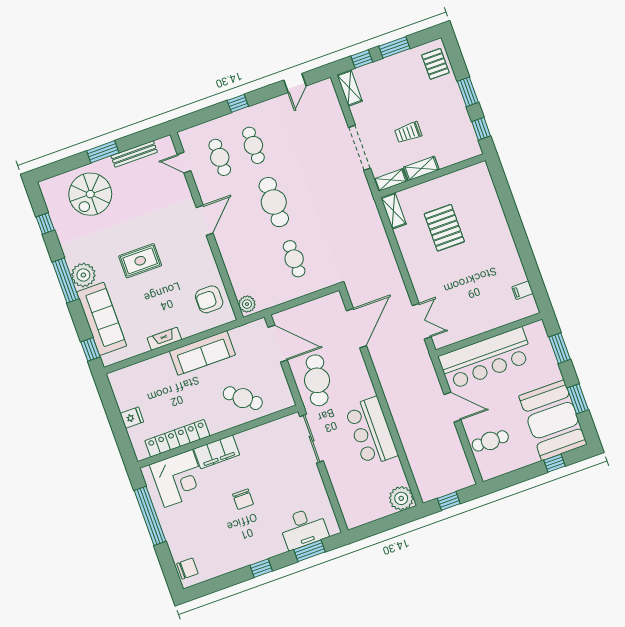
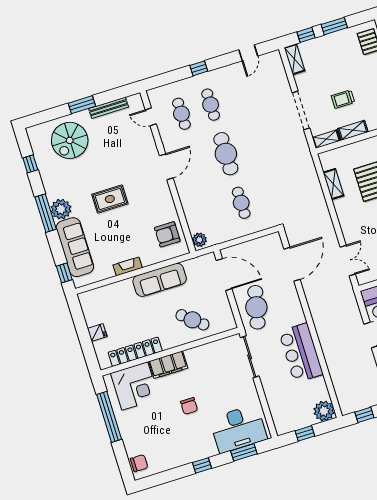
shelving: (394, 211) -> (333, 184), moved
window: (380, 526) -> (305, 433), added
desk: (304, 528) -> (238, 429), width x1.36, depth x1.30

